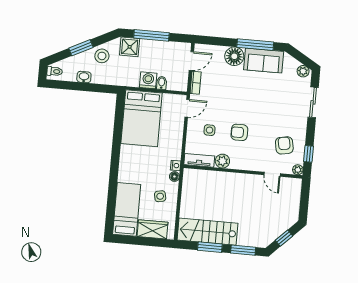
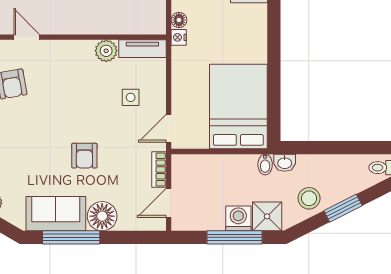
washbasin: (84, 77) -> (285, 163), moved
washing machine: (148, 80) -> (238, 218), moved, turned 180
bidet: (162, 83) -> (265, 164), moved
armchair: (239, 132) -> (84, 156), moved, turned 90

